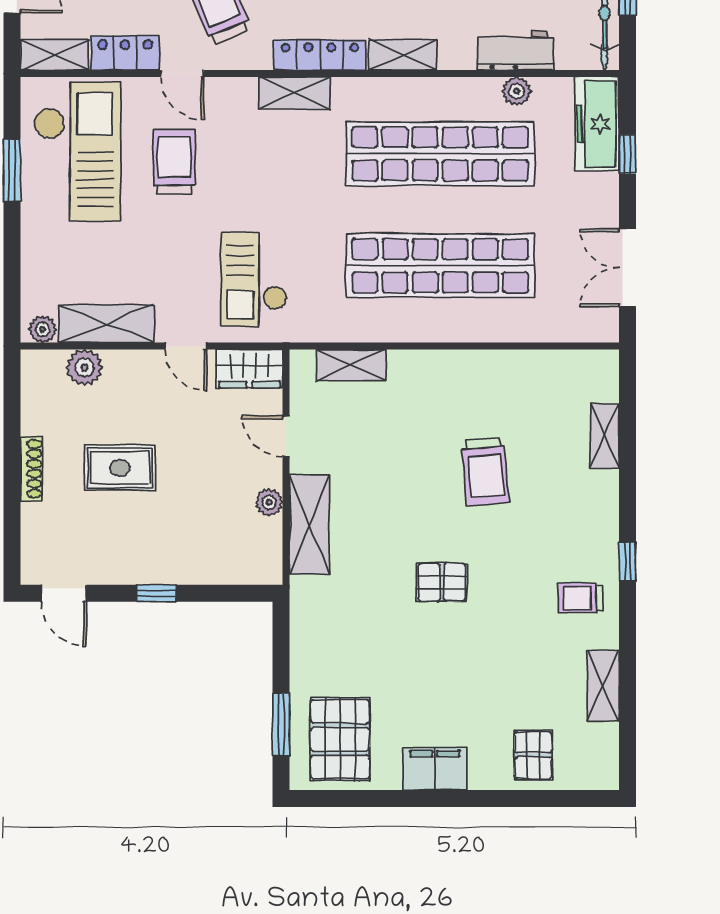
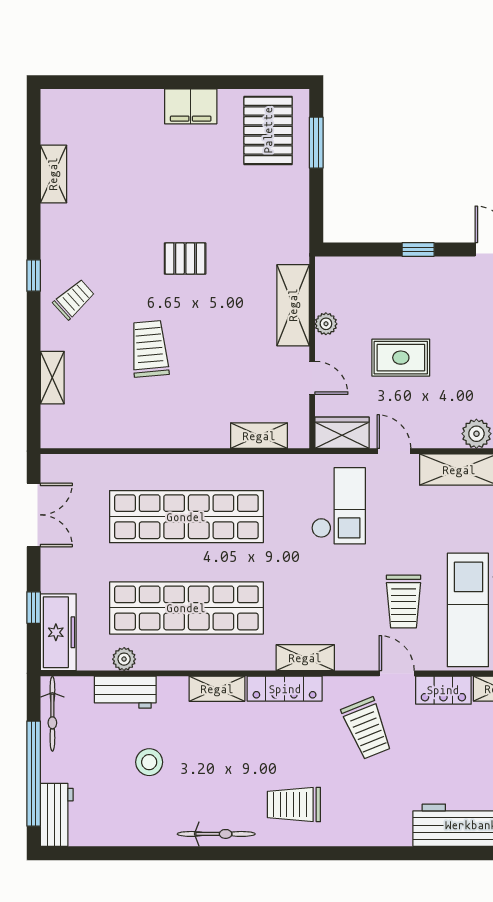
rug: (120, 468) -> (401, 358), moved
trolley: (580, 598) -> (74, 299), moved, turned -42
pallet: (533, 755) -> (111, 117), removed

